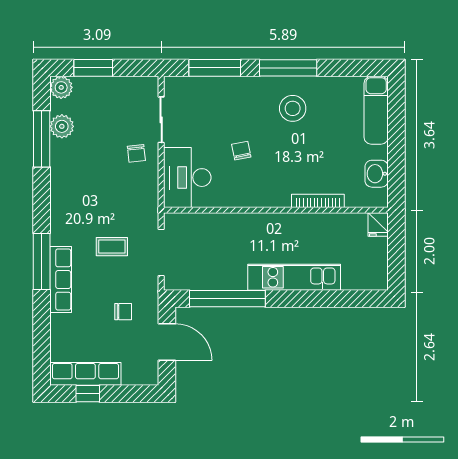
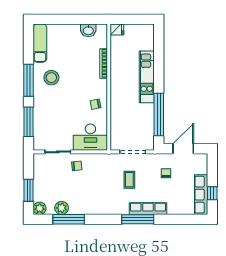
exam couch: (376, 110) -> (40, 43), moved, turned -90
chair: (241, 151) -> (95, 104), moved

